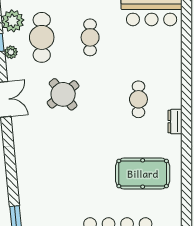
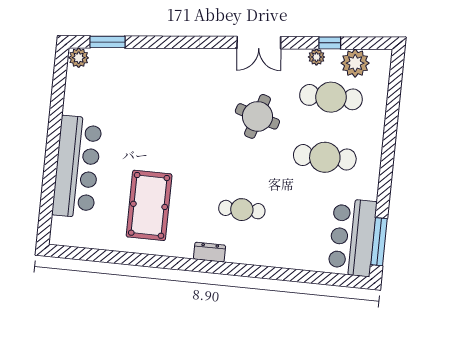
cafe table: (90, 37) -> (325, 157), width x1.37, depth x1.35
round table: (63, 94) -> (257, 116), turned -34

